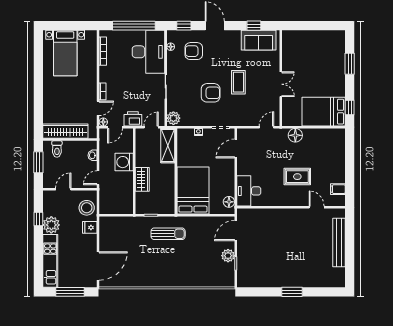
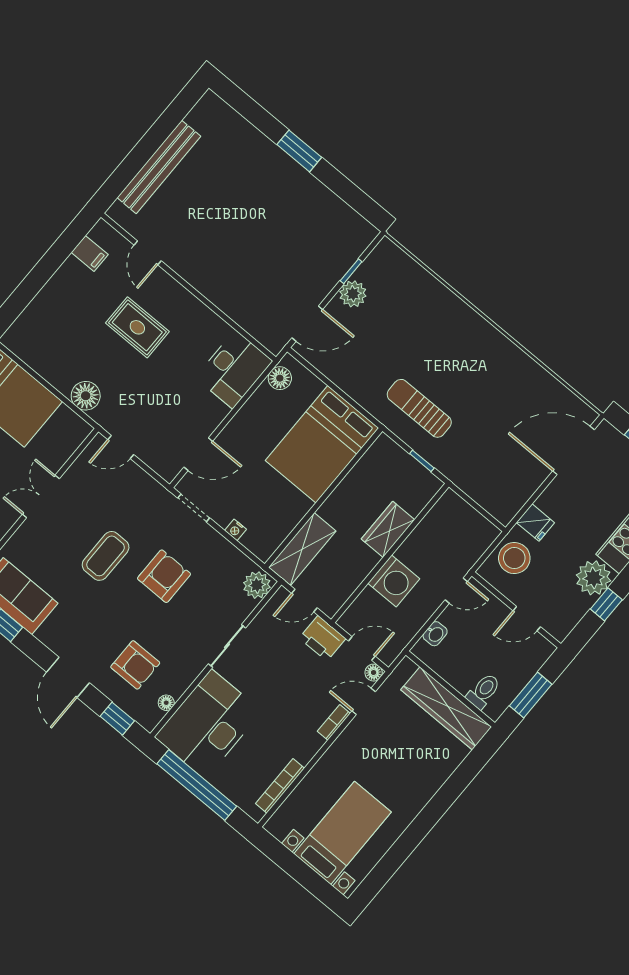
armchair: (211, 93) -> (164, 576), turned 90

